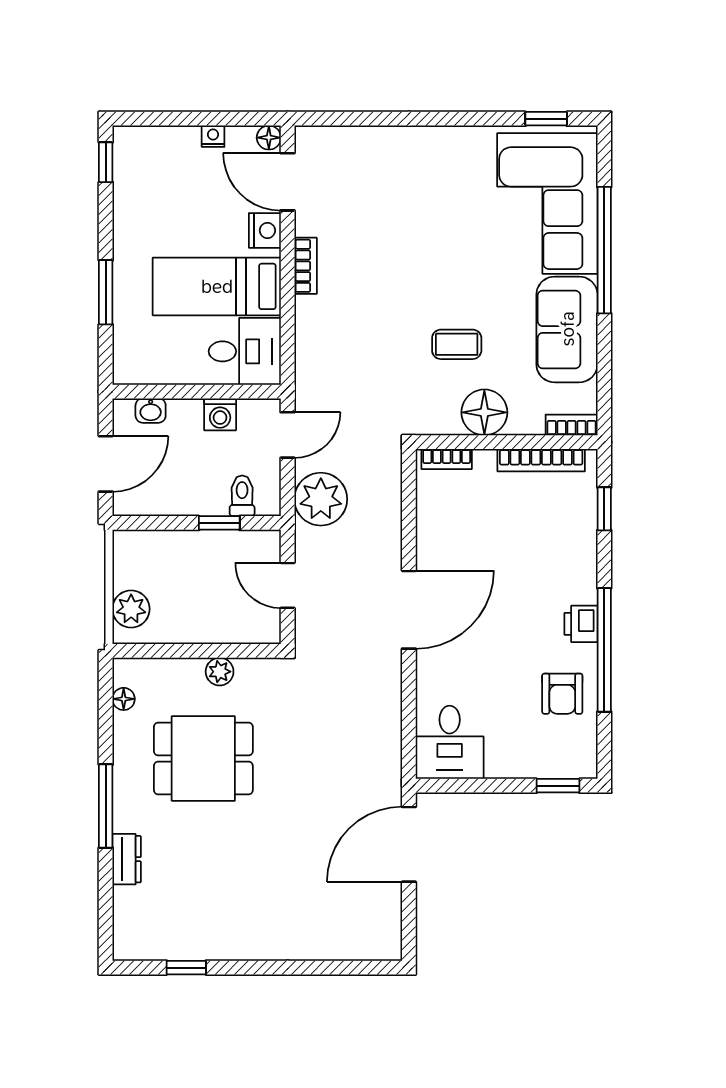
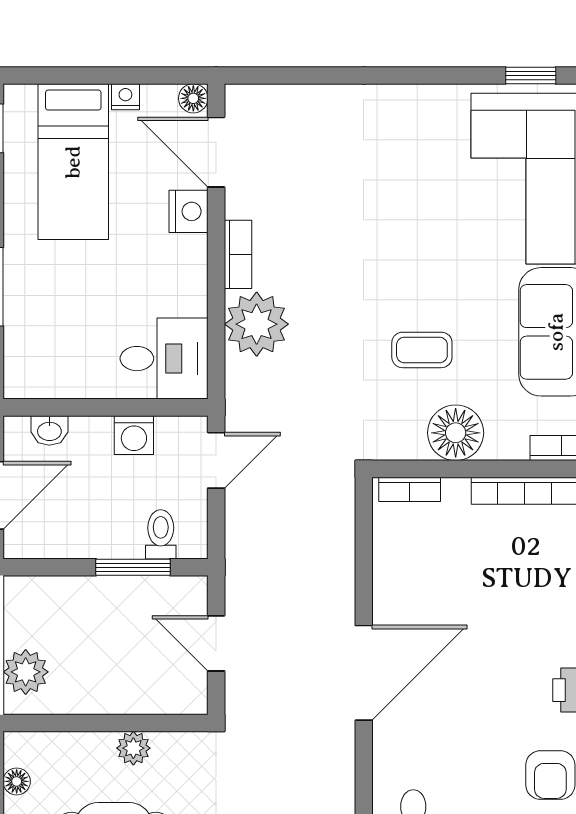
bed: (217, 286) -> (73, 162), moved, turned -90
plant: (321, 499) -> (257, 324), moved
window: (219, 523) -> (133, 567), width x1.50

